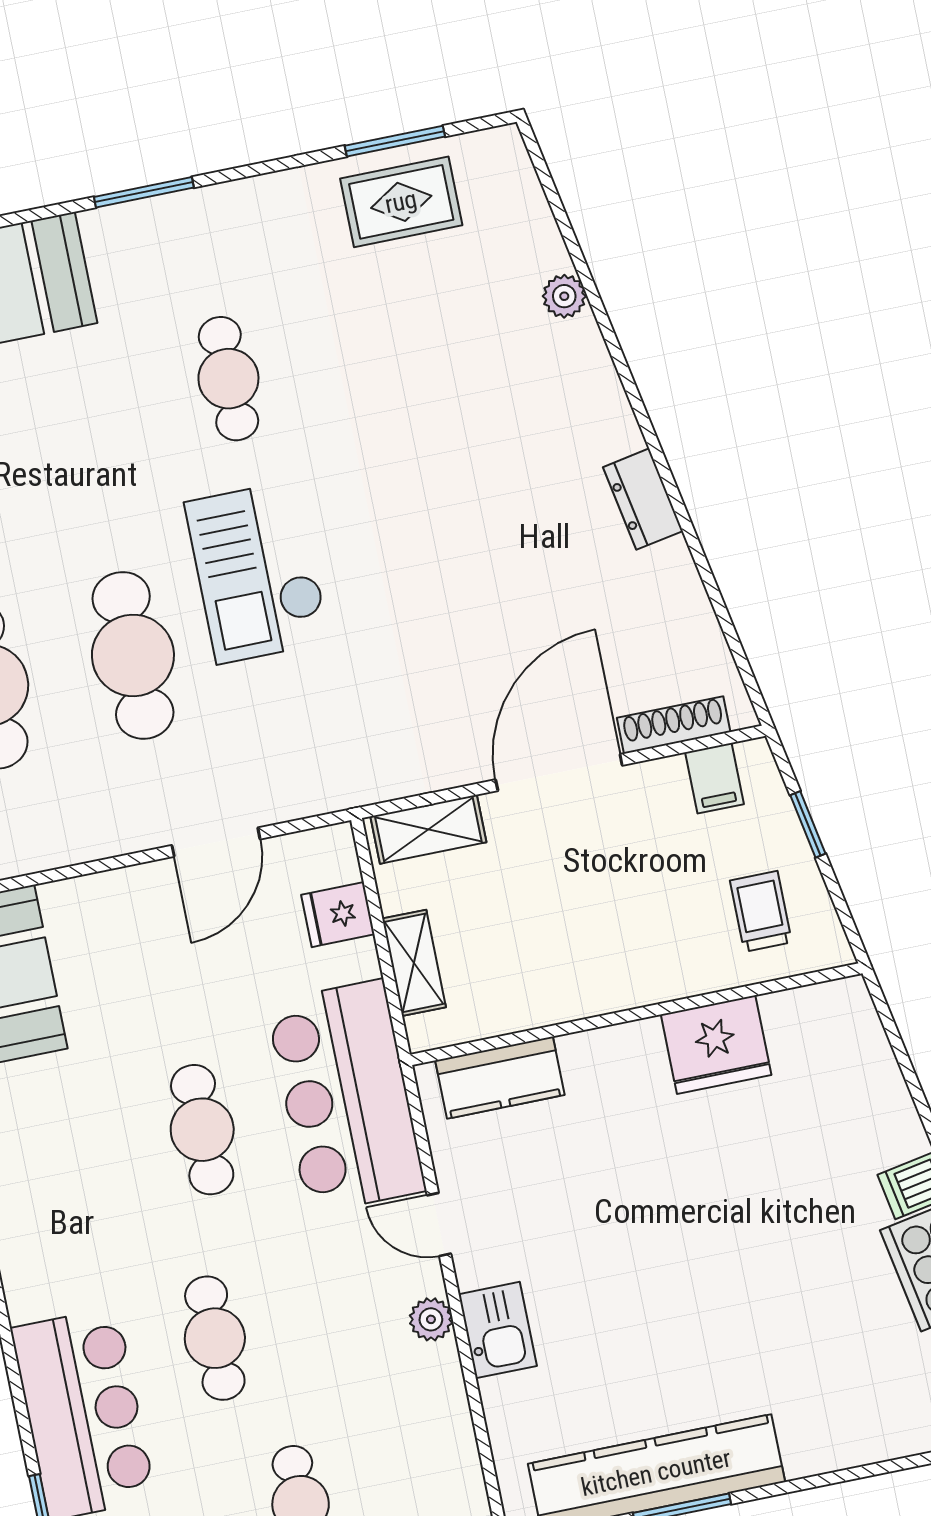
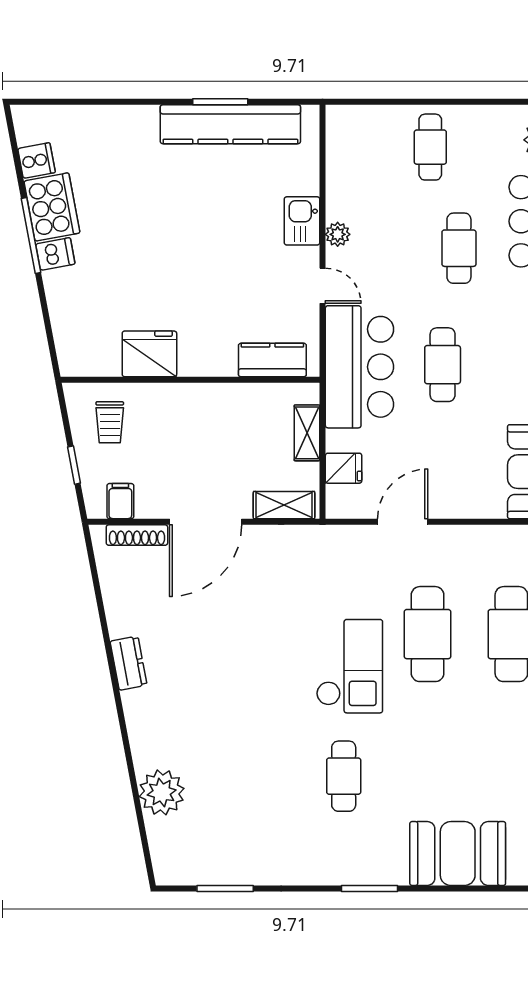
rug: (401, 202) -> (229, 854), removed
plant: (564, 296) -> (162, 792), width x1.88, depth x1.88

